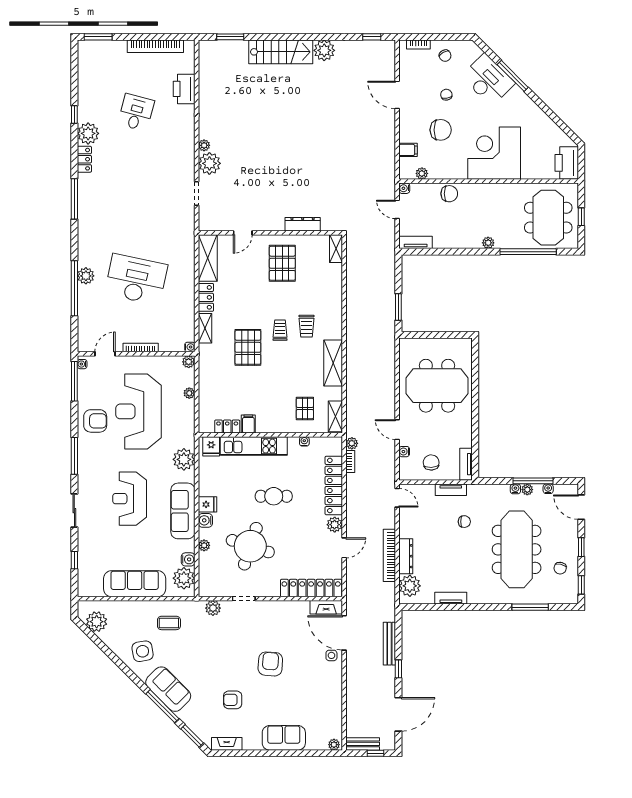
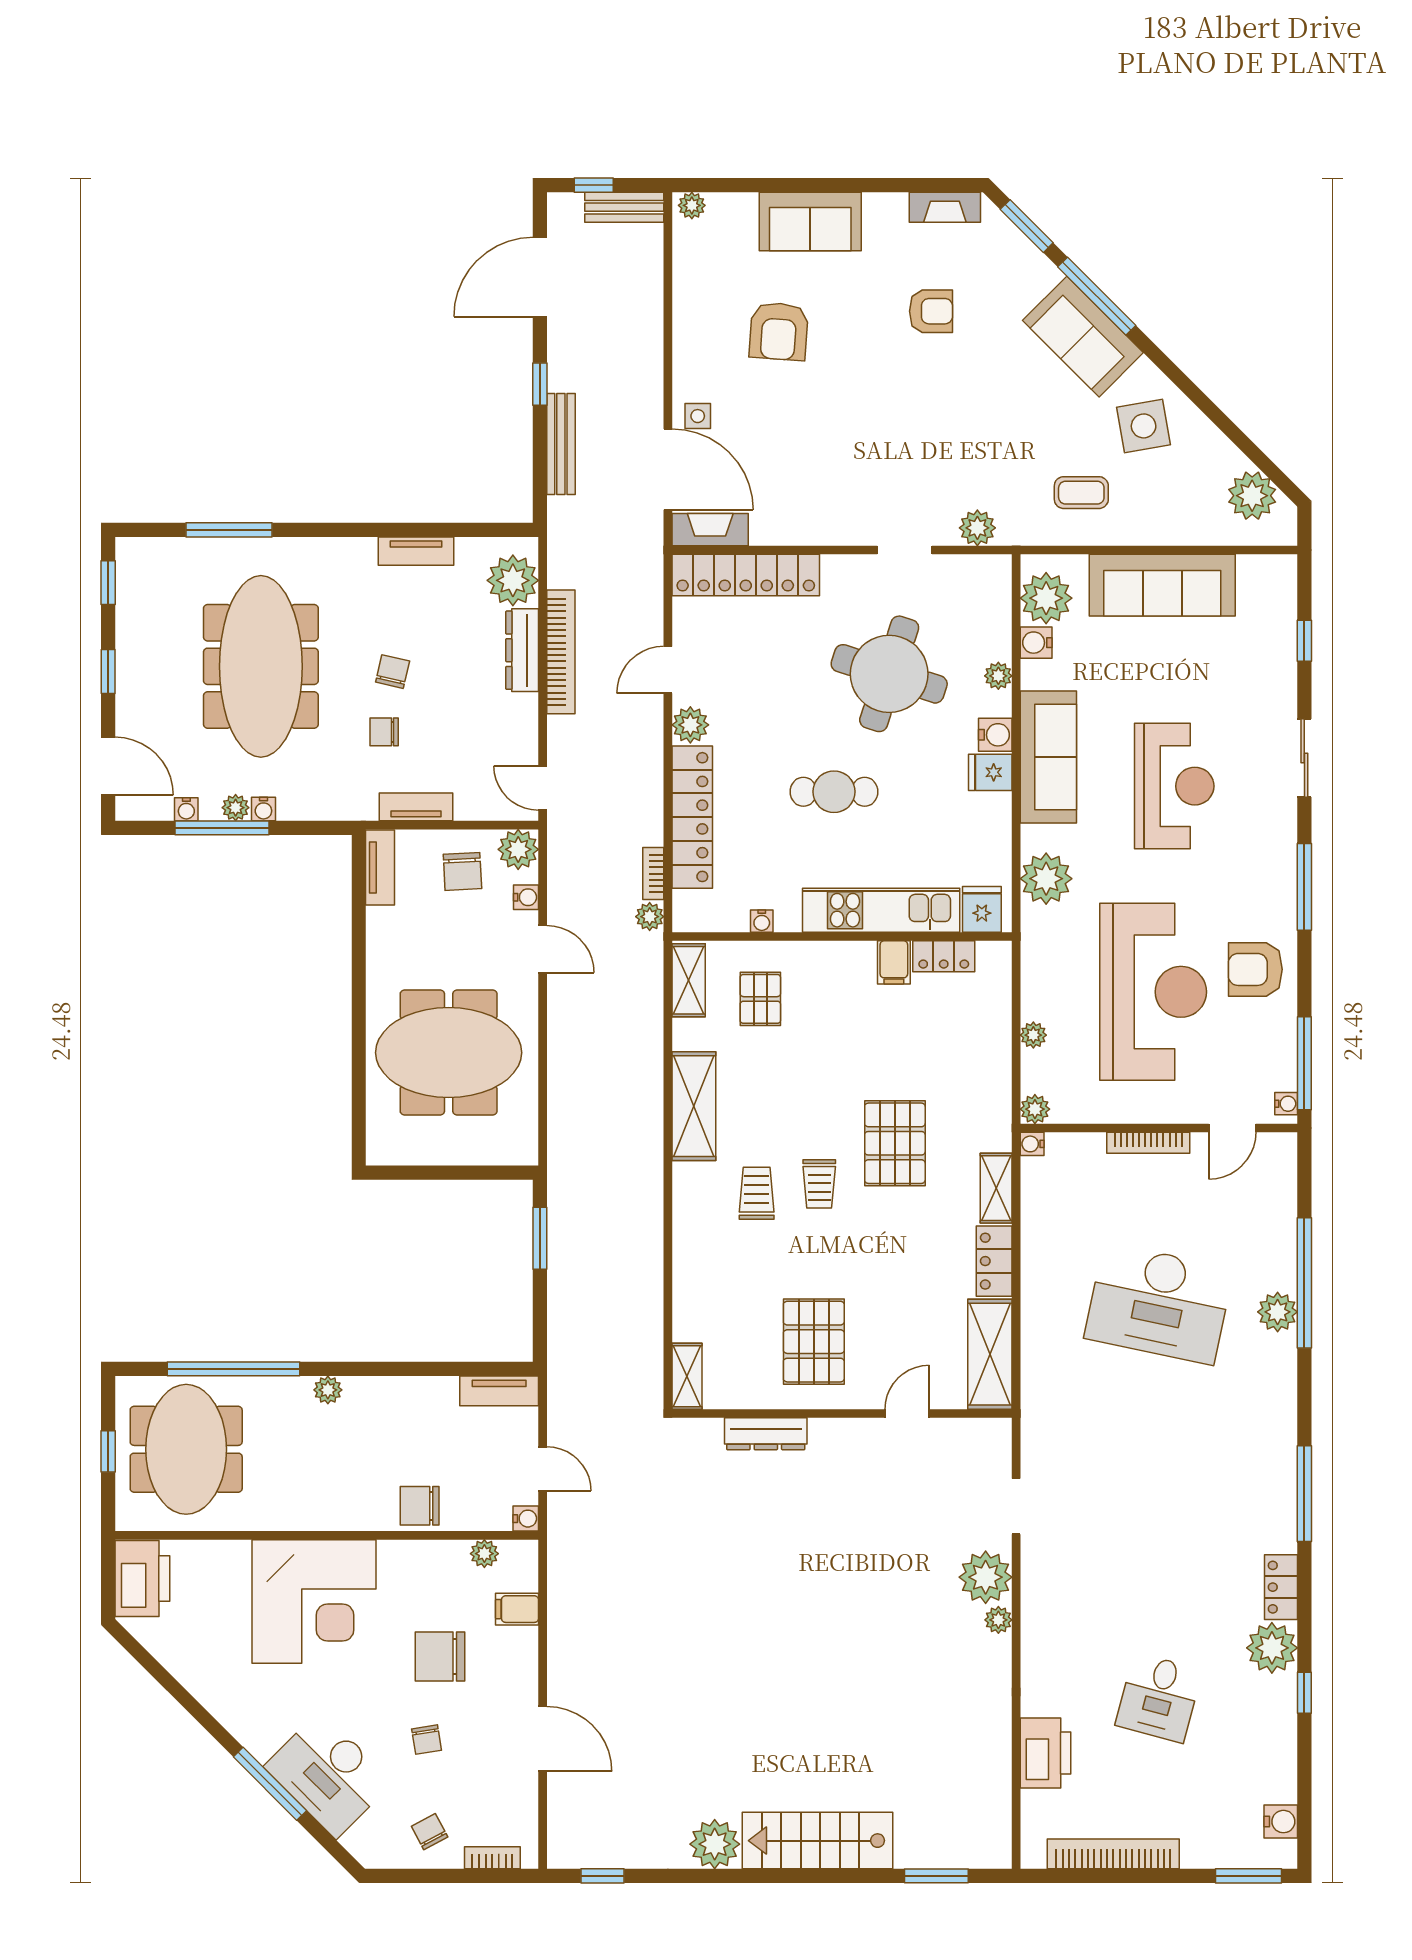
water cooler: (84, 60) -> (1281, 1822), added
plant: (407, 472) -> (518, 849), added
chair: (560, 568) -> (393, 672), moved
armchair: (270, 664) -> (779, 331), moved

